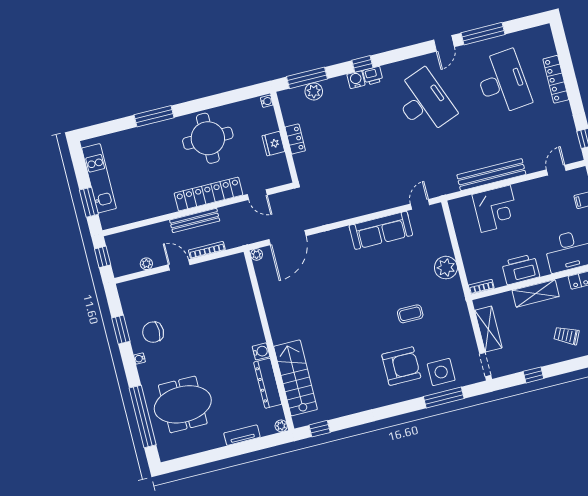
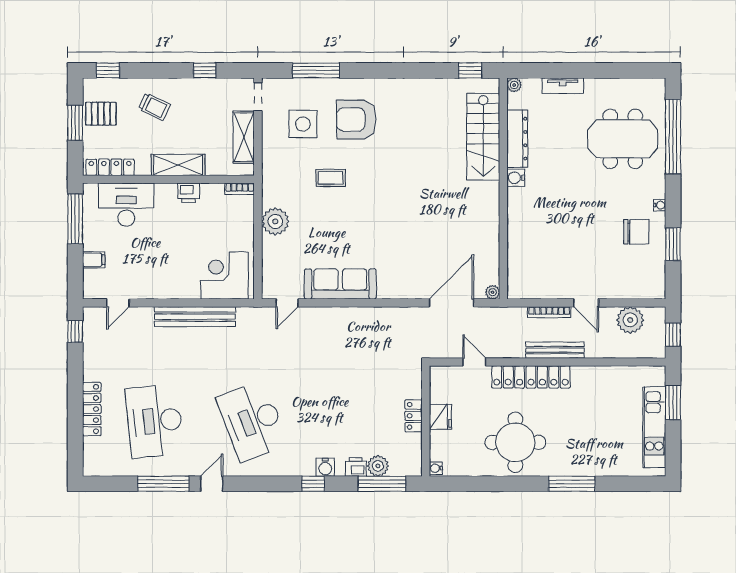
printer: (373, 76) -> (356, 467), moved
corner desk: (496, 209) -> (224, 276), moved
plant: (146, 264) -> (630, 320), width x1.88, depth x1.88
printer: (521, 269) -> (189, 193), width x0.53, depth x0.68
side table: (441, 372) -> (303, 124), moved

